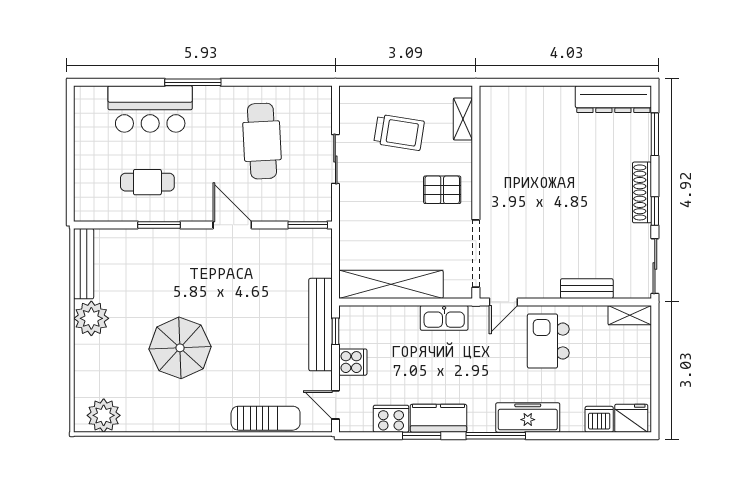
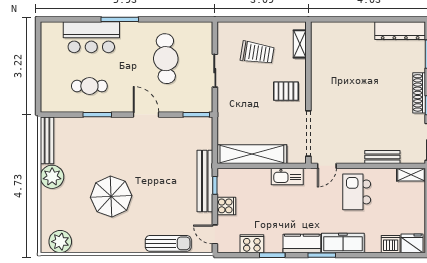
kitchen counter: (438, 418) -> (302, 243), moved
window: (496, 436) -> (322, 255), width x0.69

